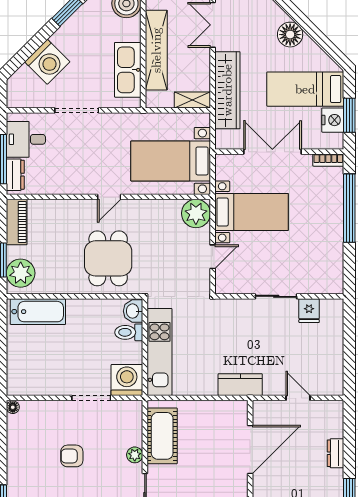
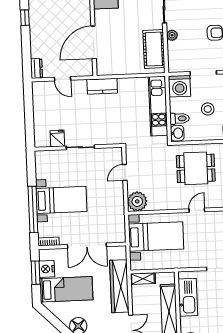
bed with nightstands: (252, 212) -> (61, 200), moved, turned 180
dining table: (108, 258) -> (196, 168), turned 90
stool: (87, 345) -> (208, 109), added
dresser: (336, 453) -> (36, 68), moved

